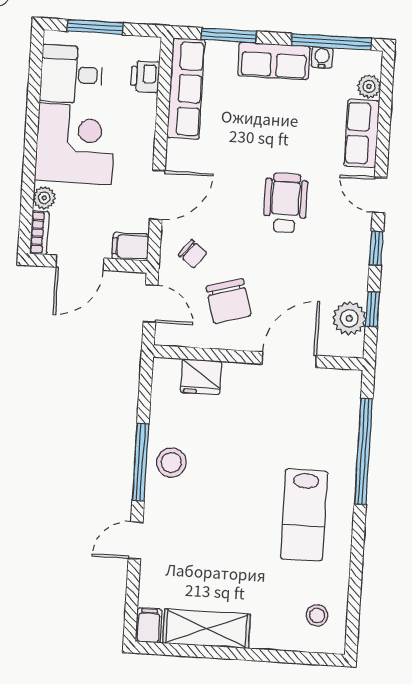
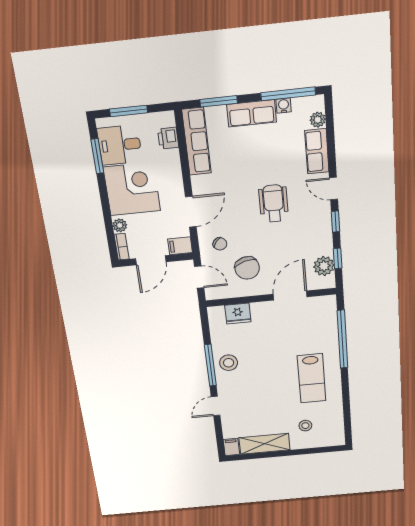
window: (34, 85) -> (97, 156), added
stool: (317, 615) -> (305, 426), moved

